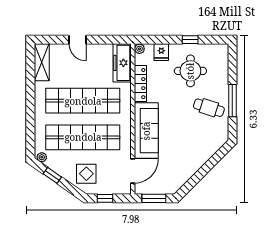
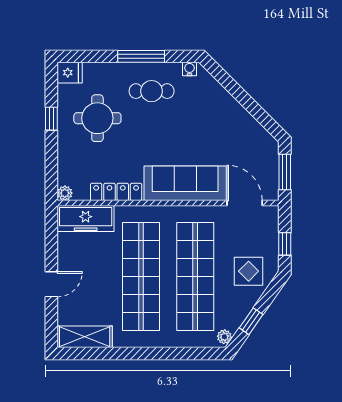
fridge: (161, 52) -> (70, 73), moved
cafe table: (209, 108) -> (152, 91), turned 72
water cooler: (224, 133) -> (189, 69), added

